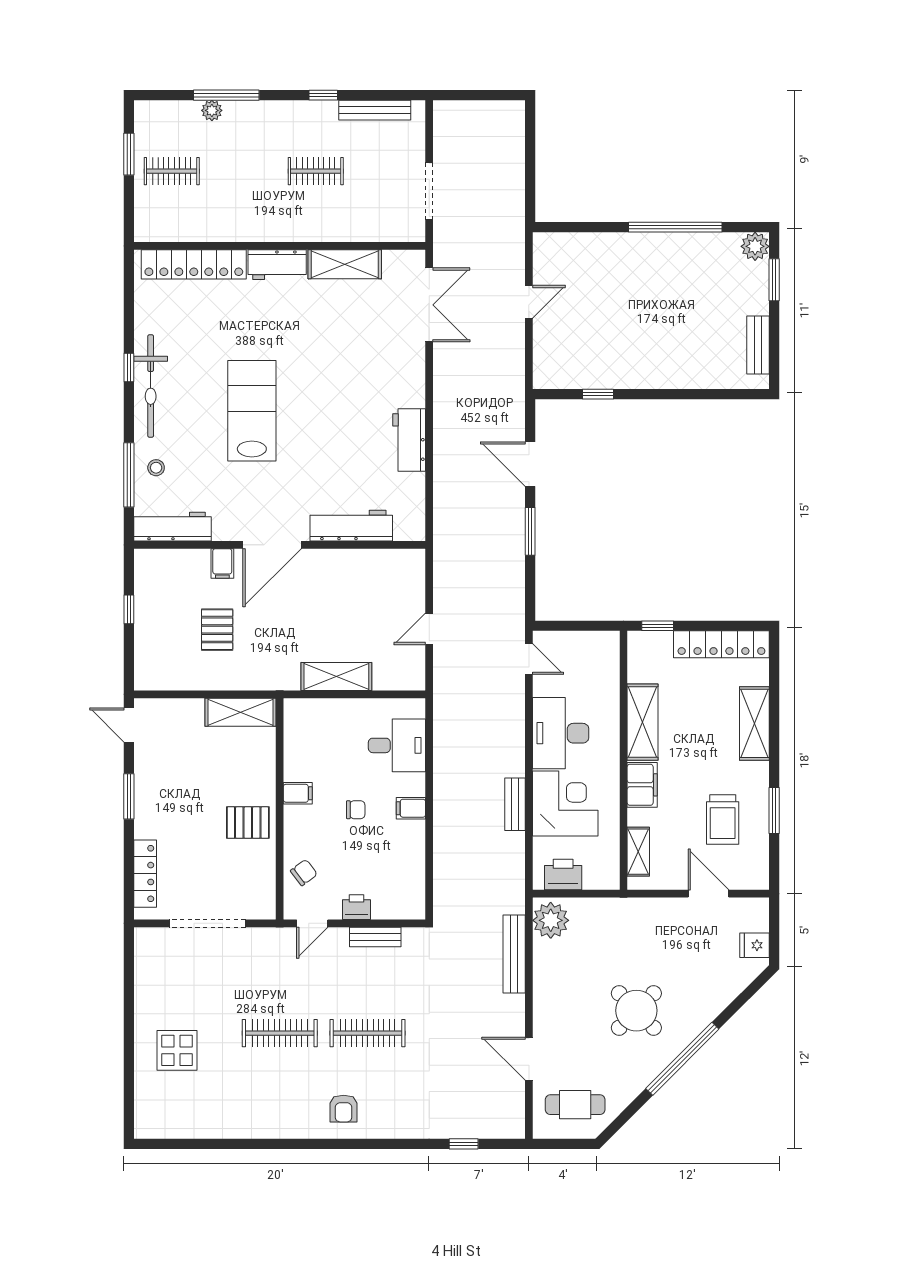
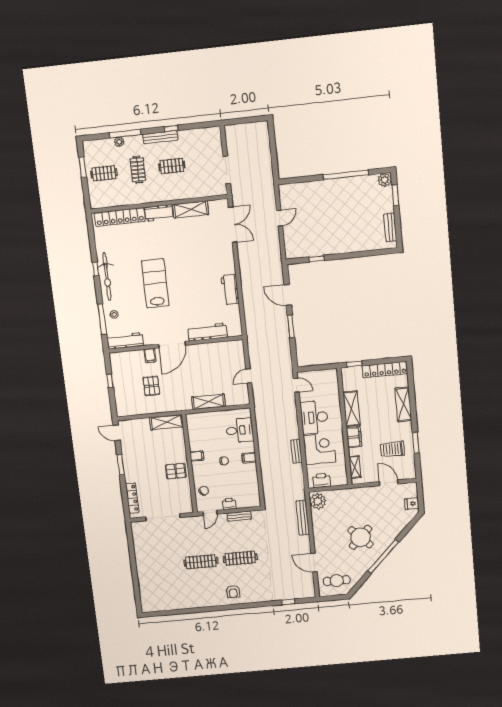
bench: (375, 110) -> (160, 137), moved
clothes rail: (244, 171) -> (138, 170), added
trolley: (723, 820) -> (392, 449), turned 90
display table: (177, 1050) -> (156, 573), removed

